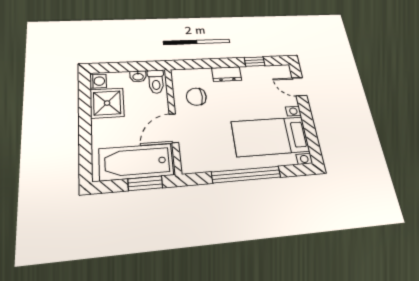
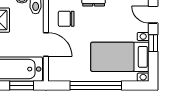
window: (307, 118) -> (153, 43), added
door: (174, 128) -> (46, 44), swing flipped

